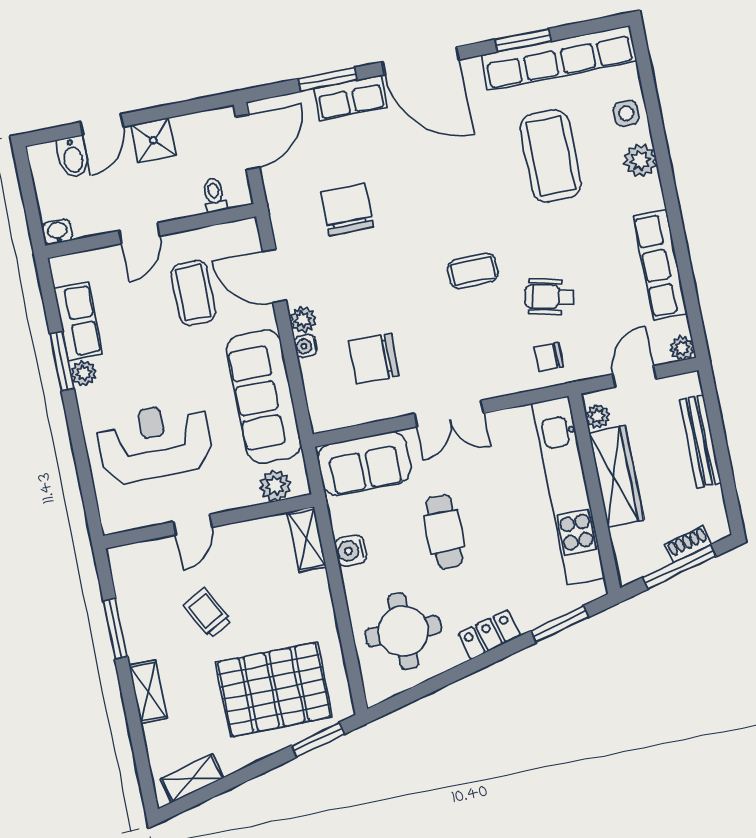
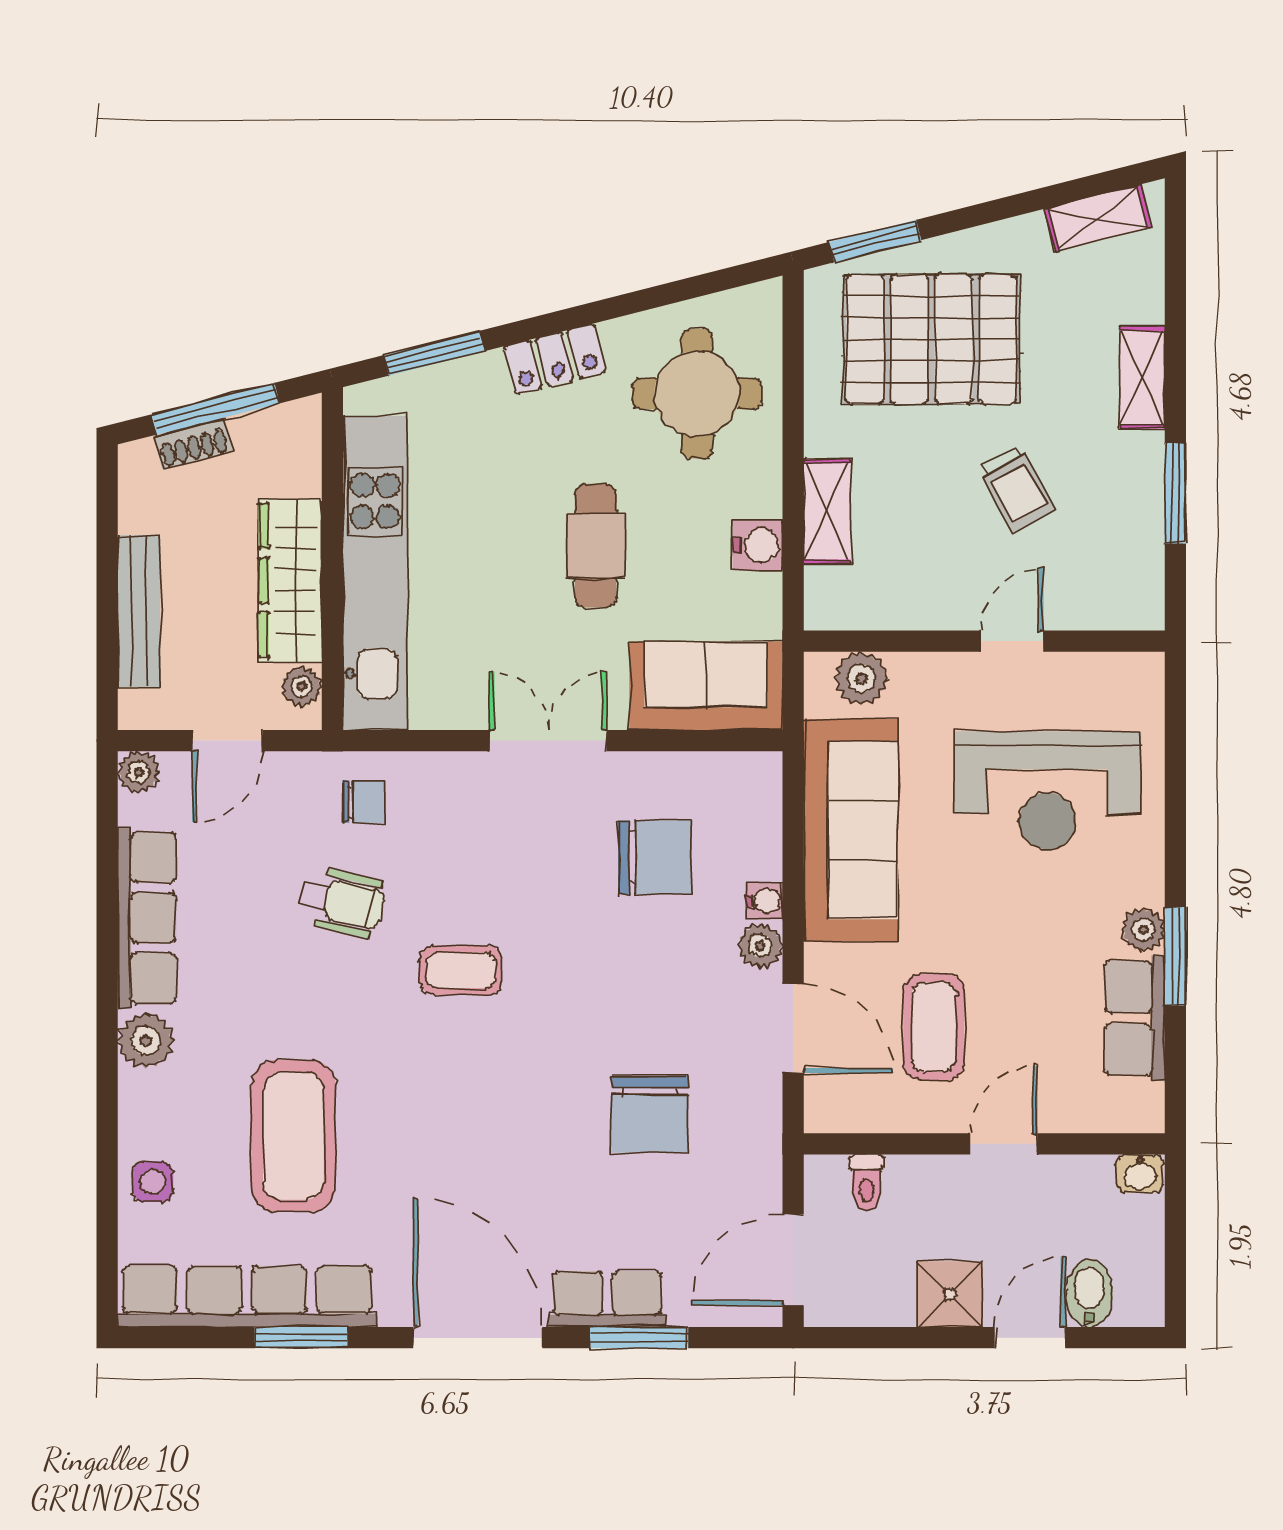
plant: (640, 161) -> (146, 1041), moved
shelving: (307, 539) -> (827, 511), moved

